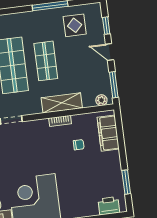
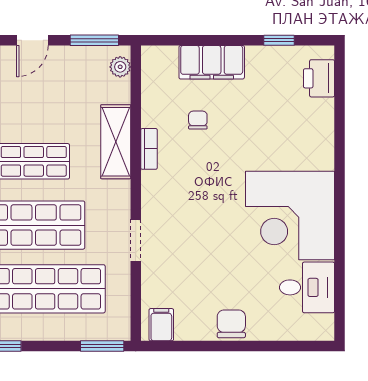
filing cabinet: (108, 133) -> (212, 62), moved
window: (126, 182) -> (279, 40), width x0.67

